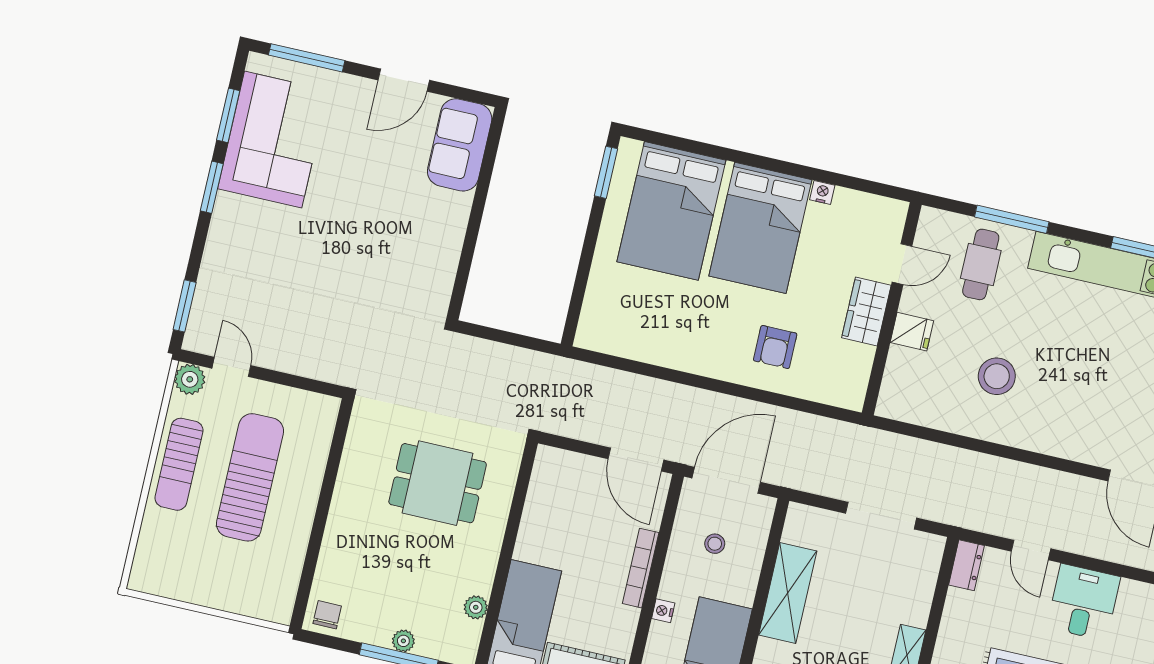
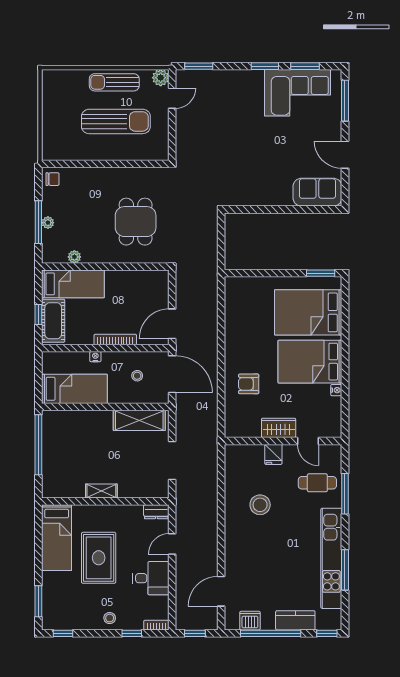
shelving: (788, 593) -> (139, 420), moved

